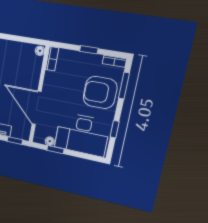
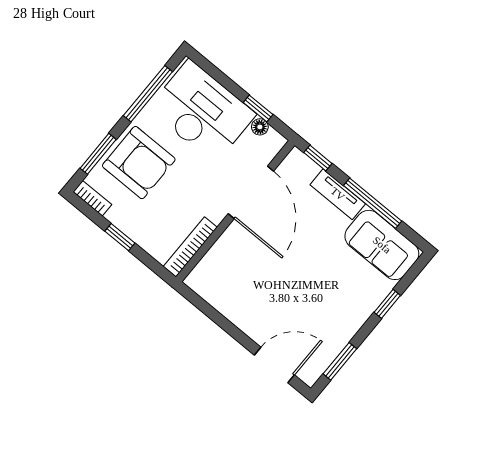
floor lamp: (40, 51) -> (195, 279), removed
bookcase: (52, 59) -> (190, 247), width x1.56
window: (115, 129) -> (148, 94), width x2.17

